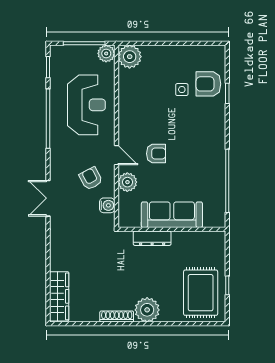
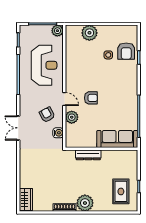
plant: (130, 57) -> (89, 33), moved
armchair: (208, 84) -> (126, 51), turned -90
sofa: (172, 215) -> (117, 139), moved
rug: (201, 293) -> (121, 191), width x0.73, depth x0.70
wardrobe: (59, 296) -> (26, 200), width x0.67

